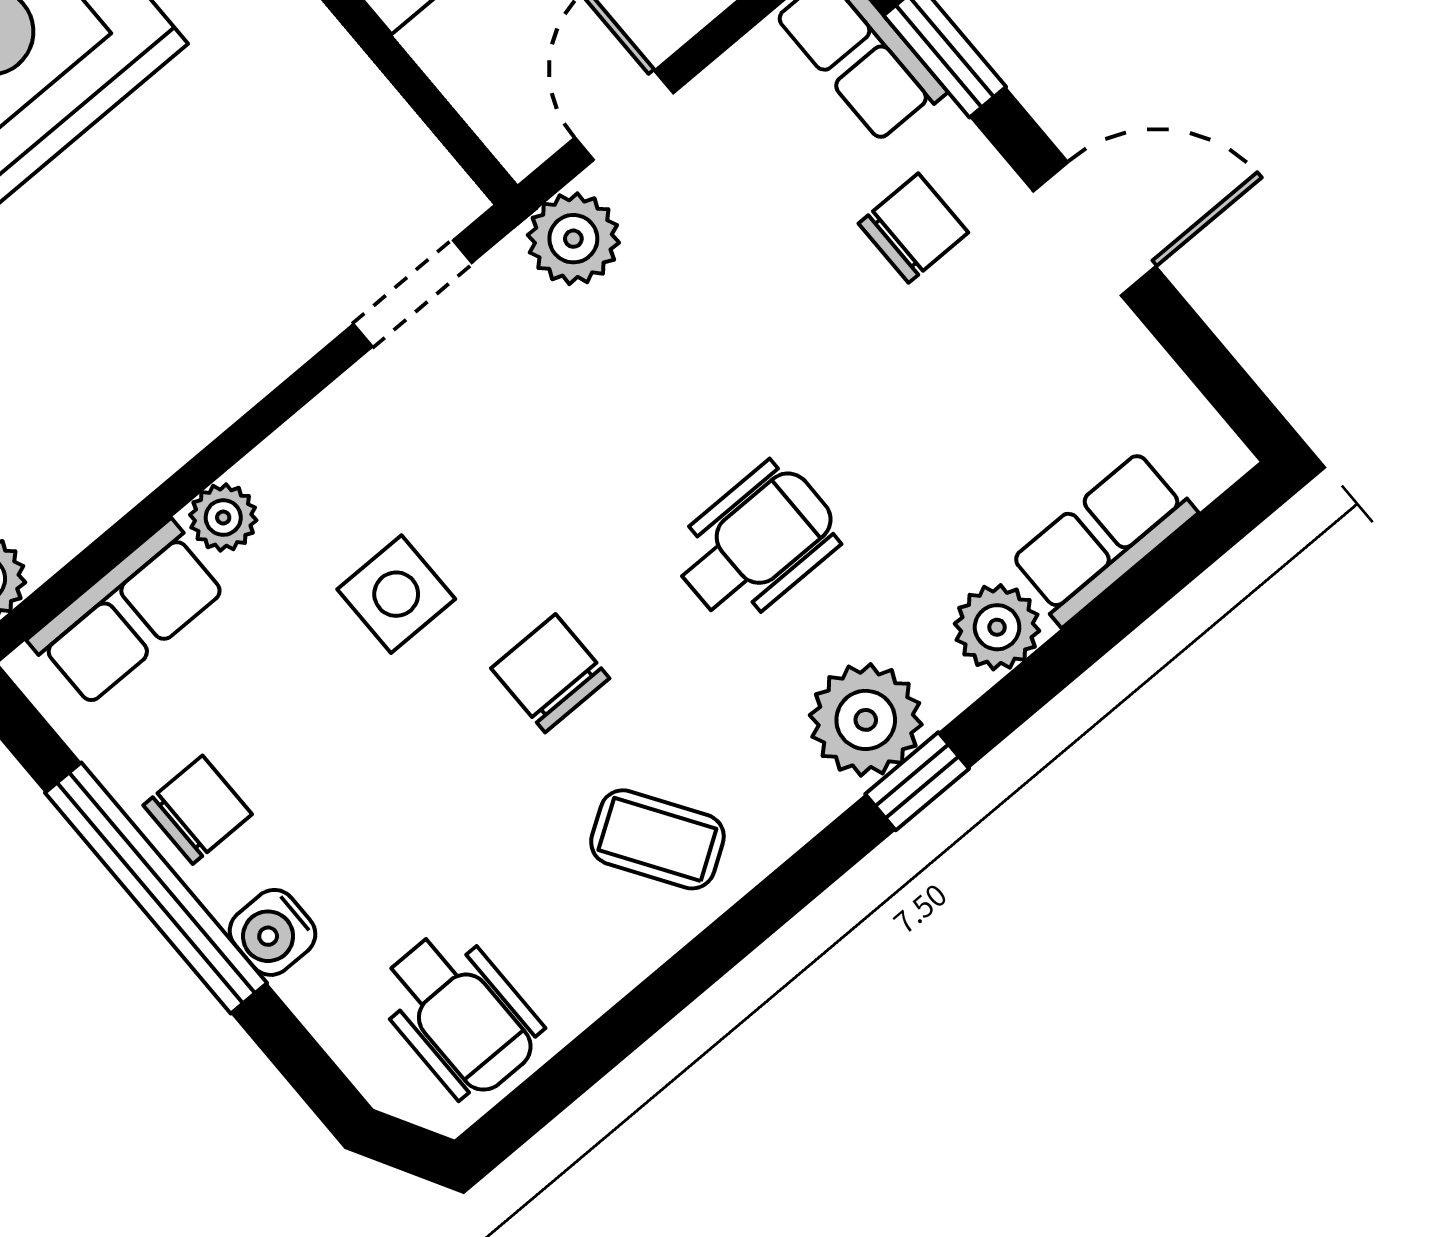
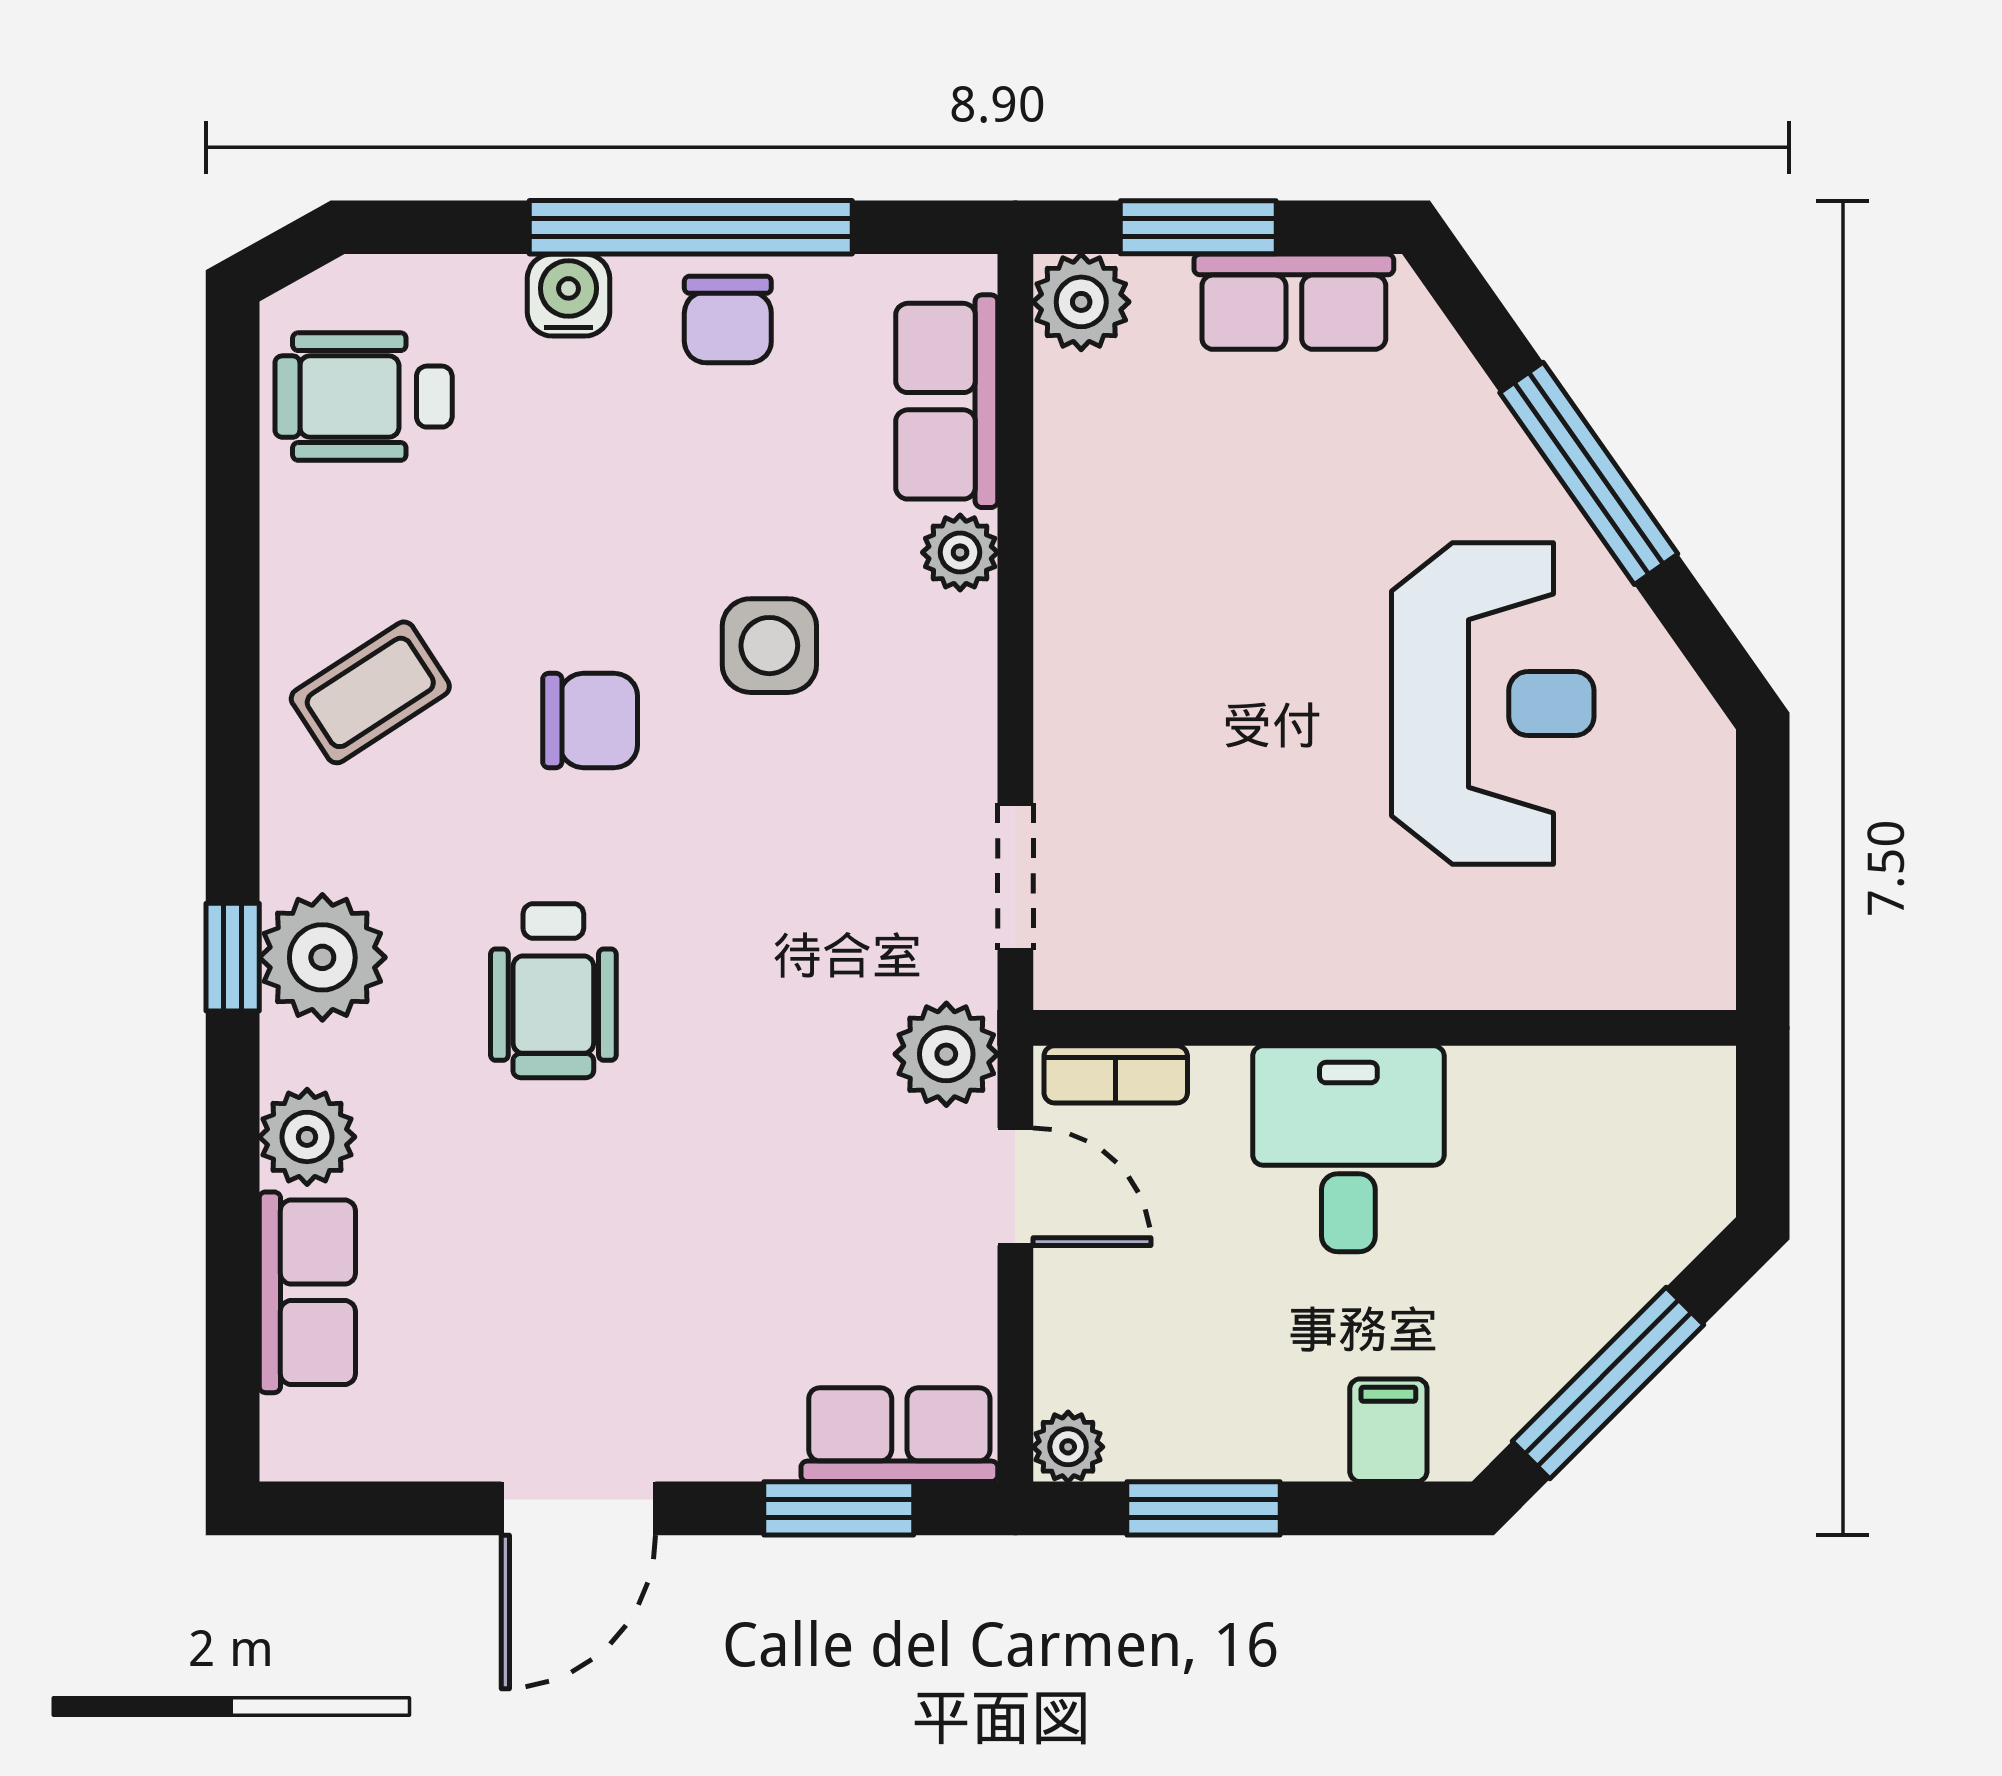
bookcase: (490, 112) -> (1116, 1074), added
chair: (913, 228) -> (710, 1354), removed

